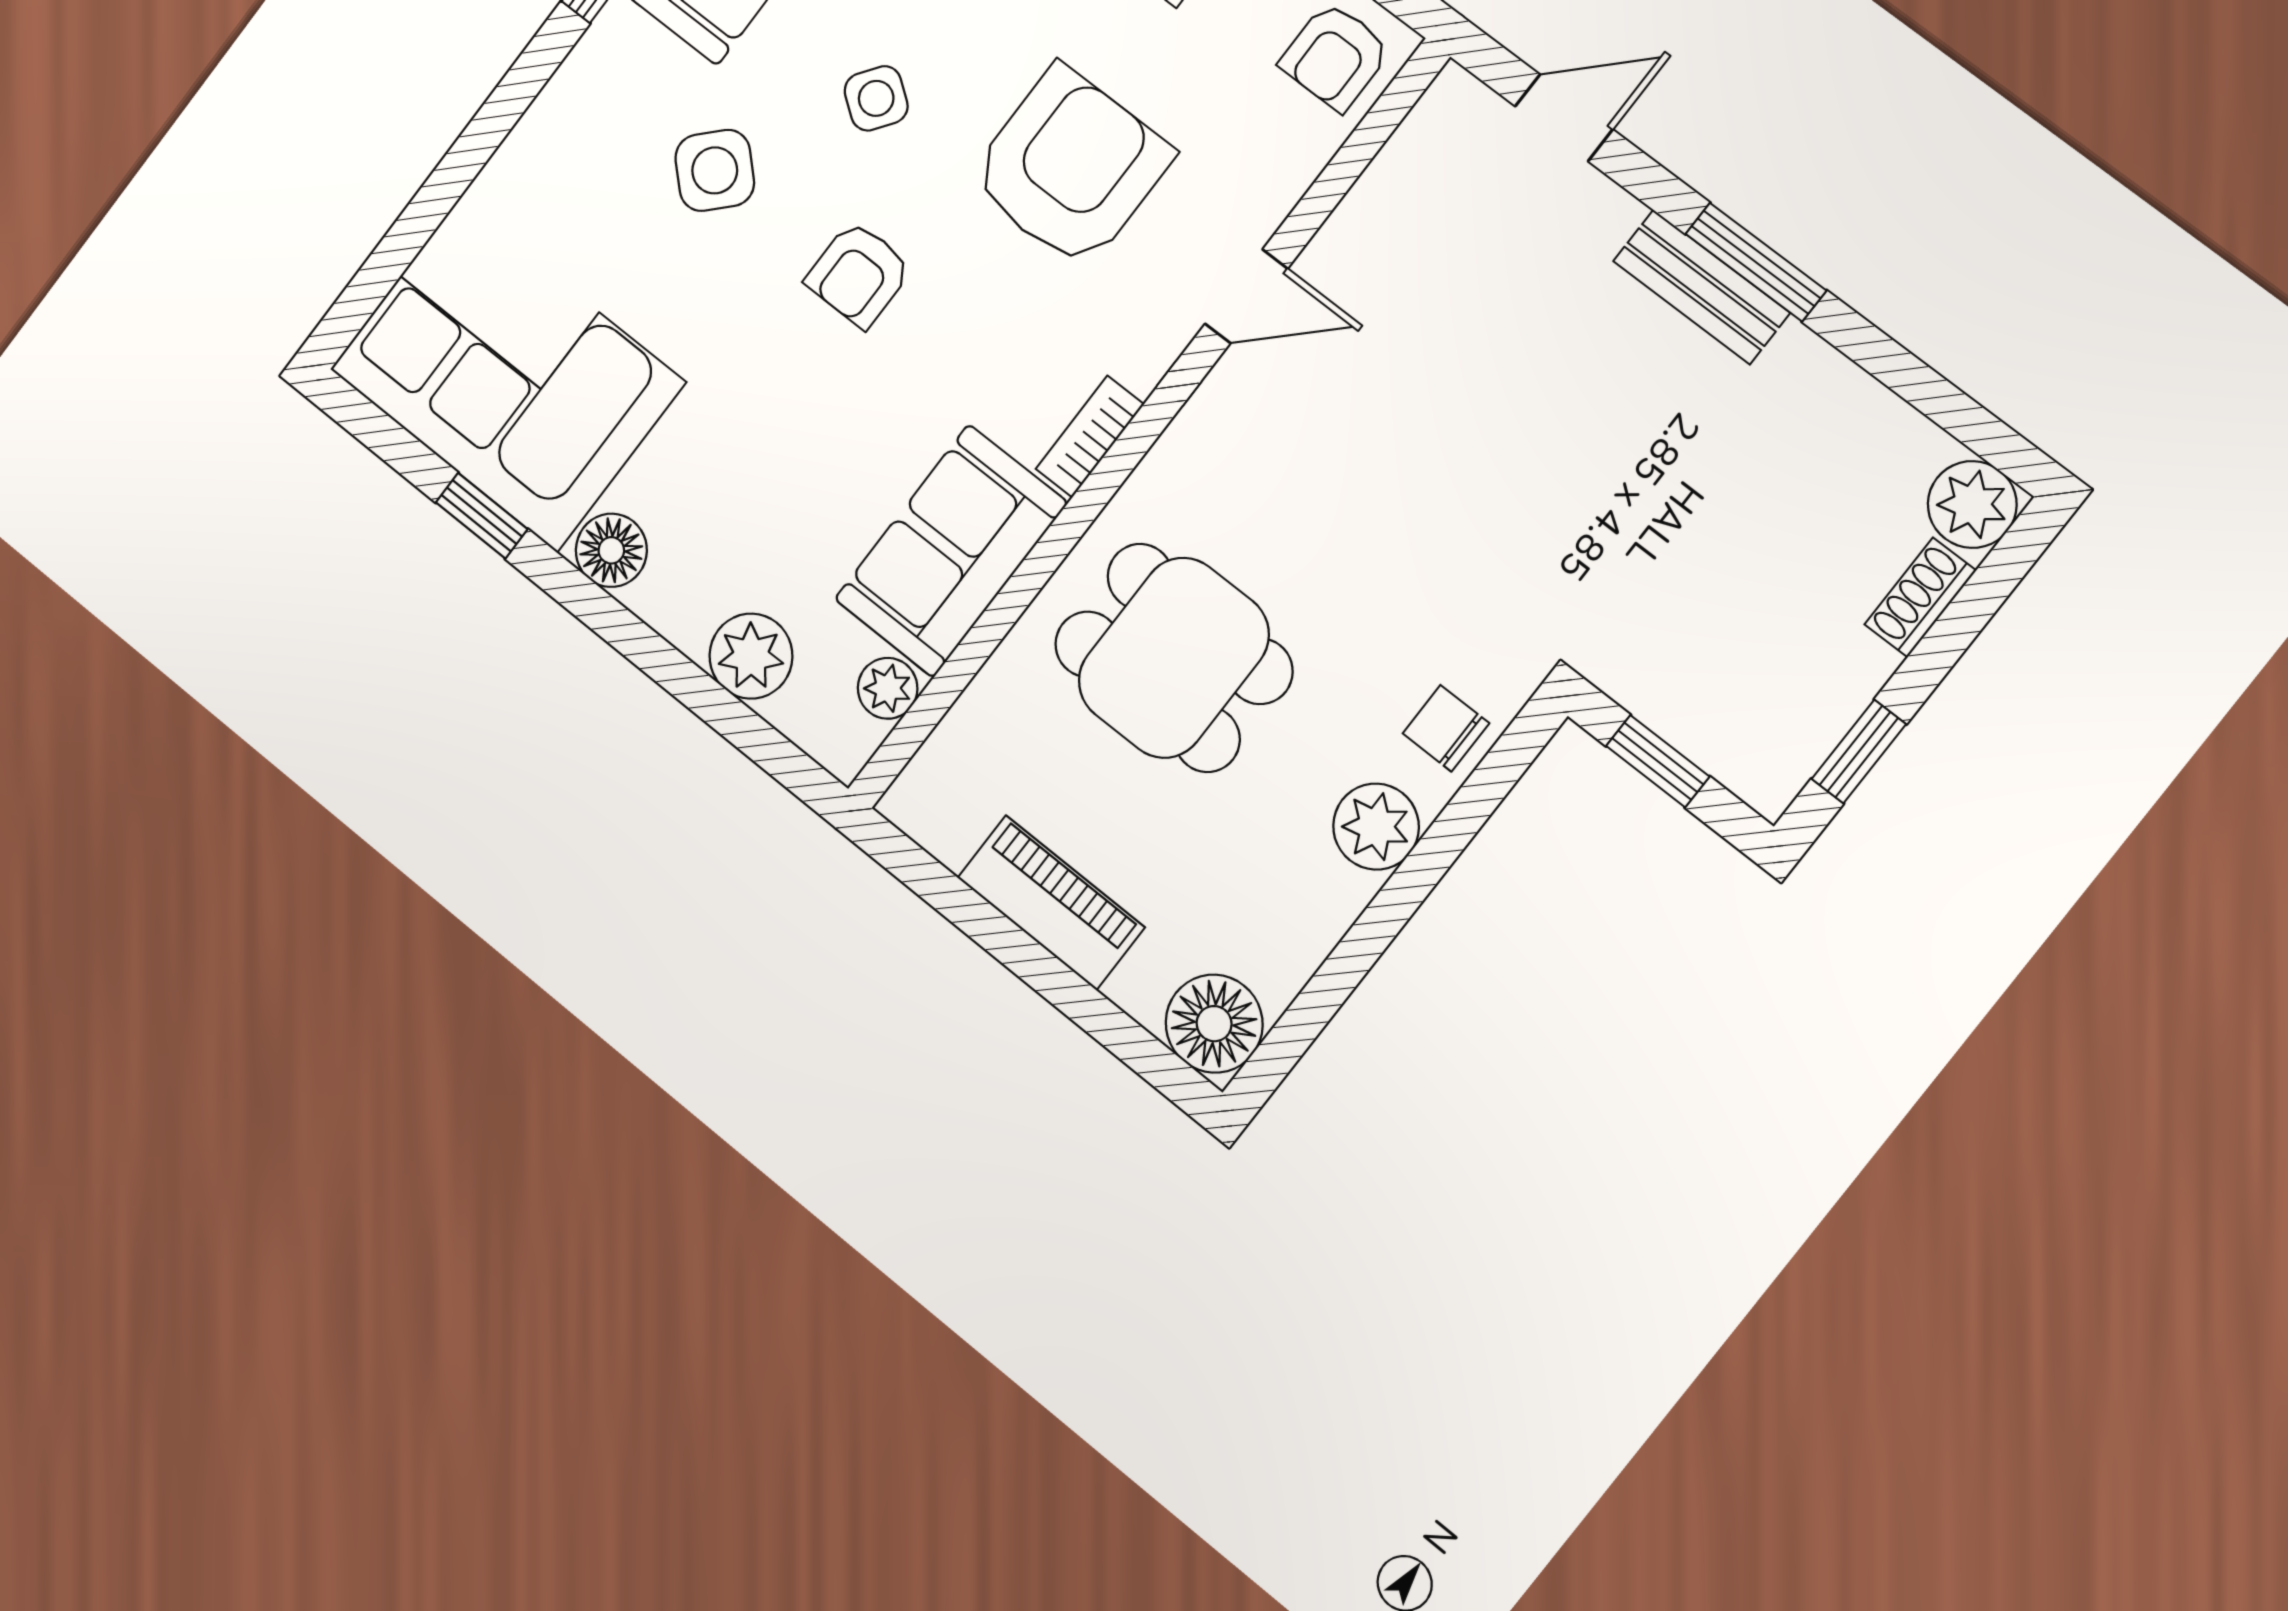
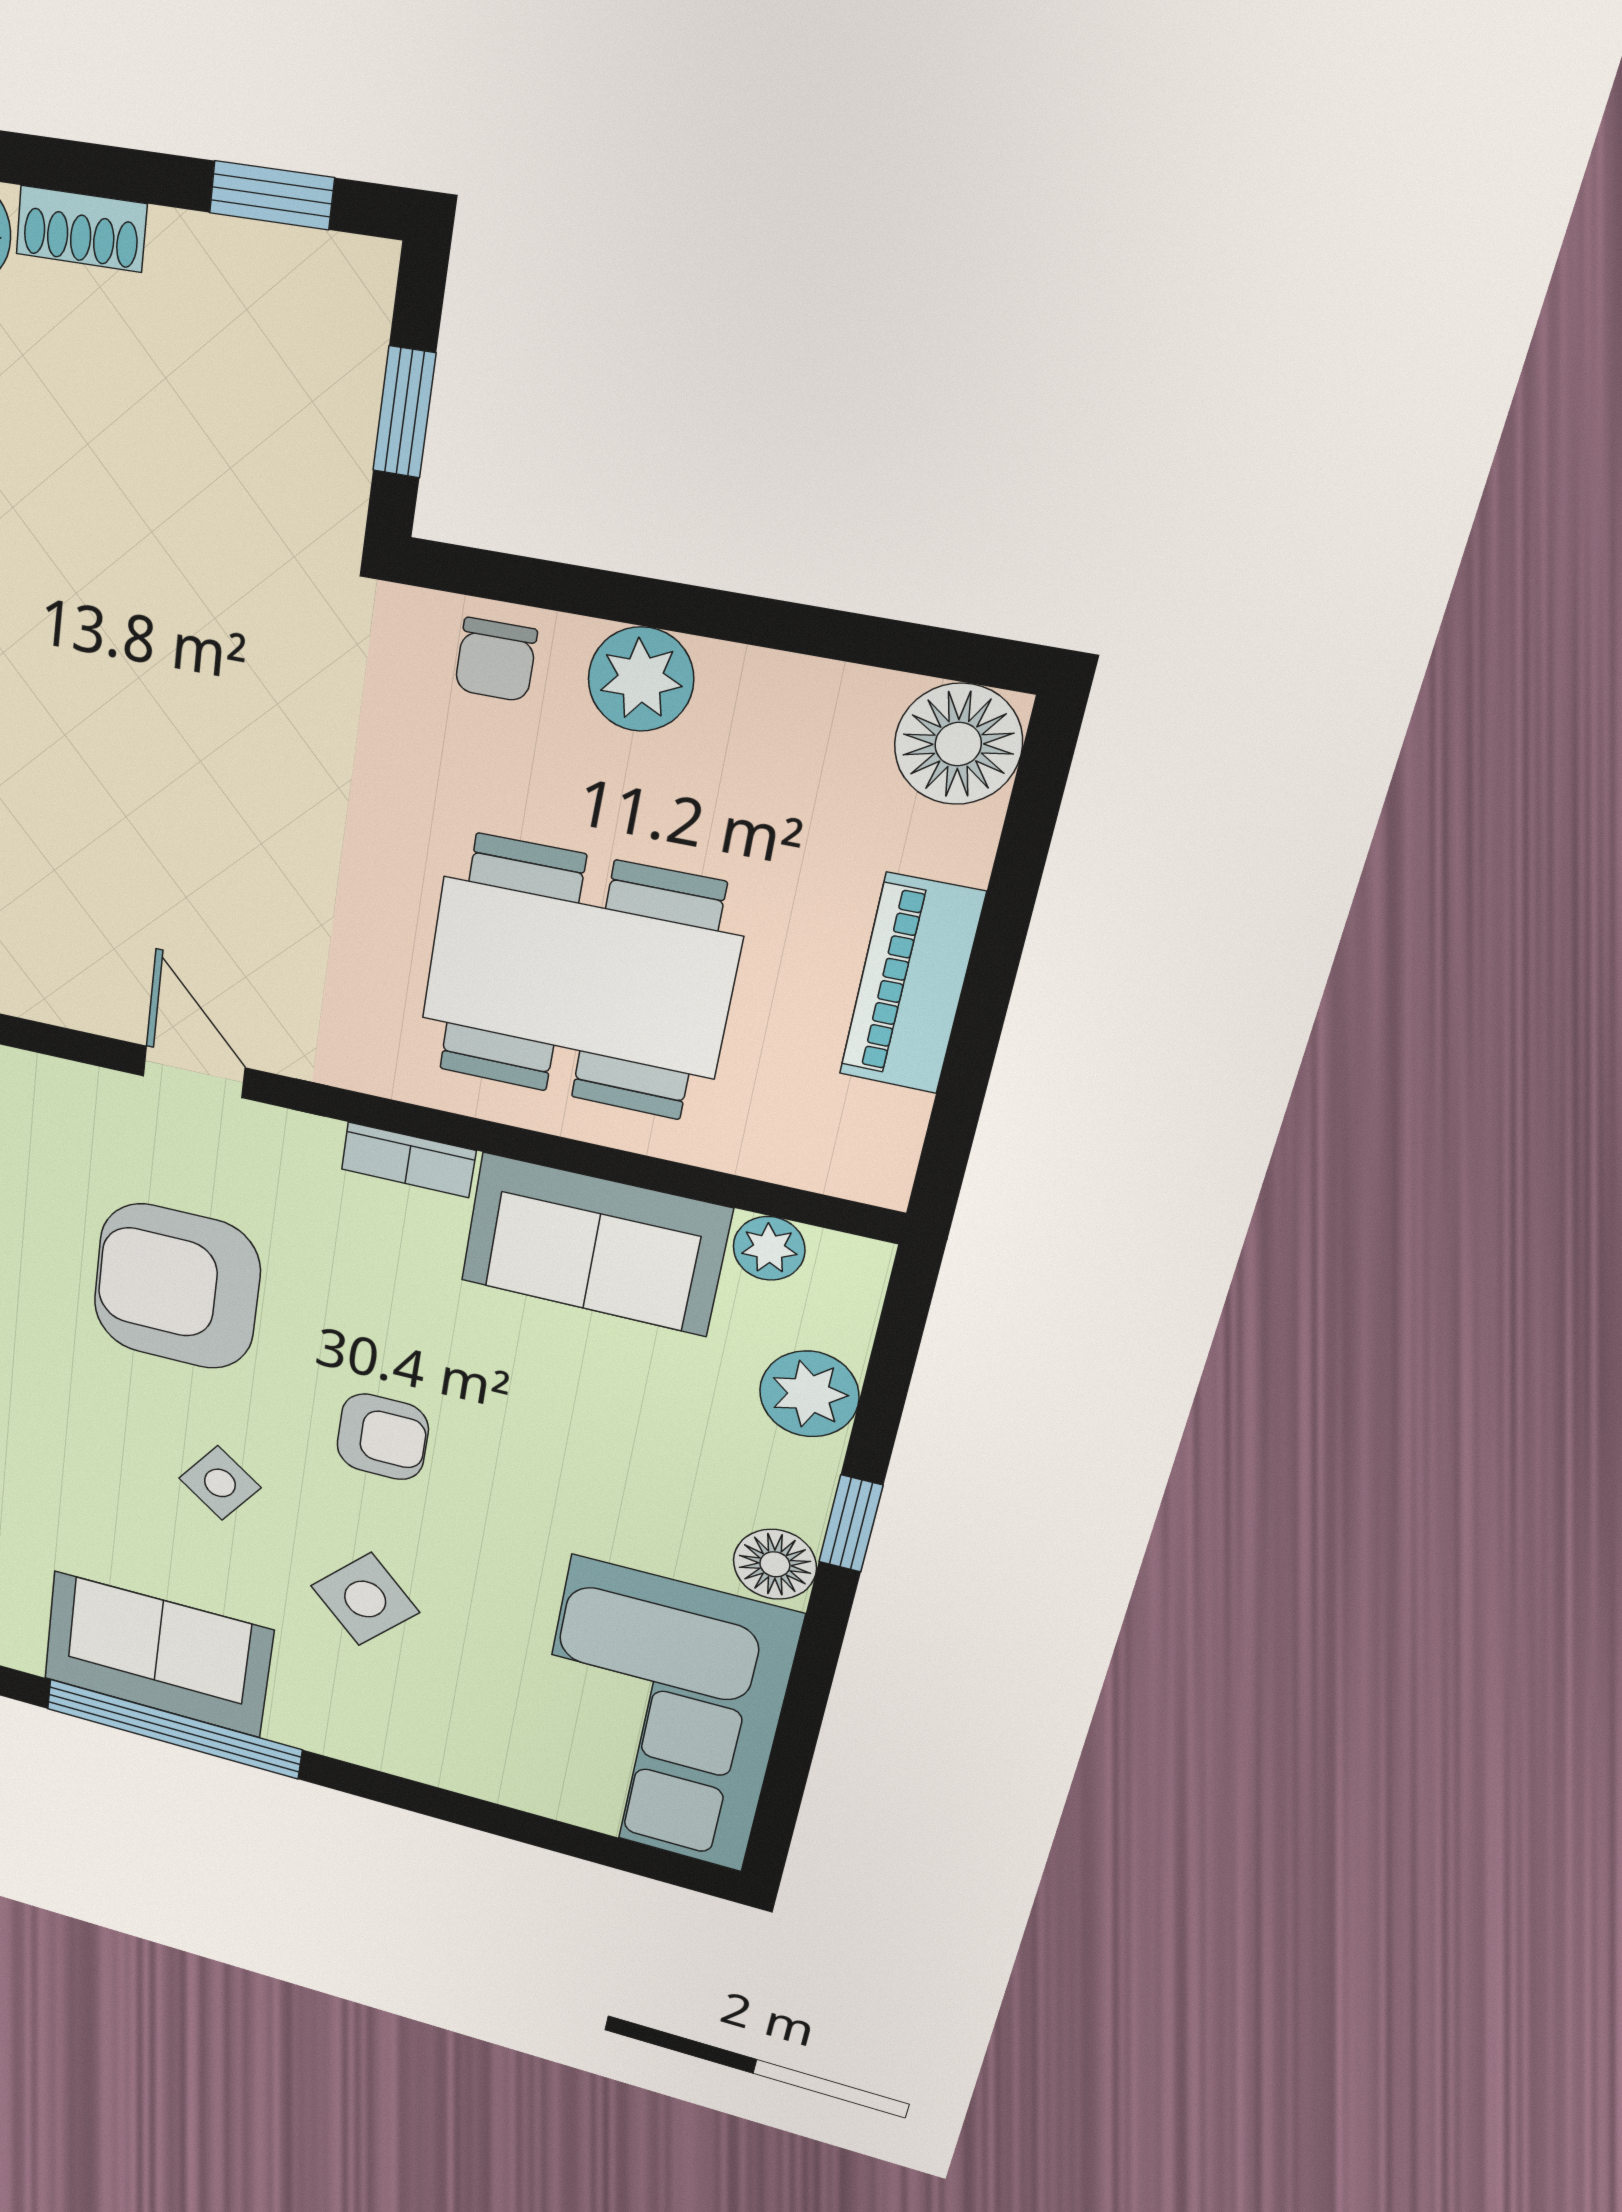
window: (482, 516) -> (851, 1524), moved
dining table: (1174, 658) -> (579, 978), width x1.38

